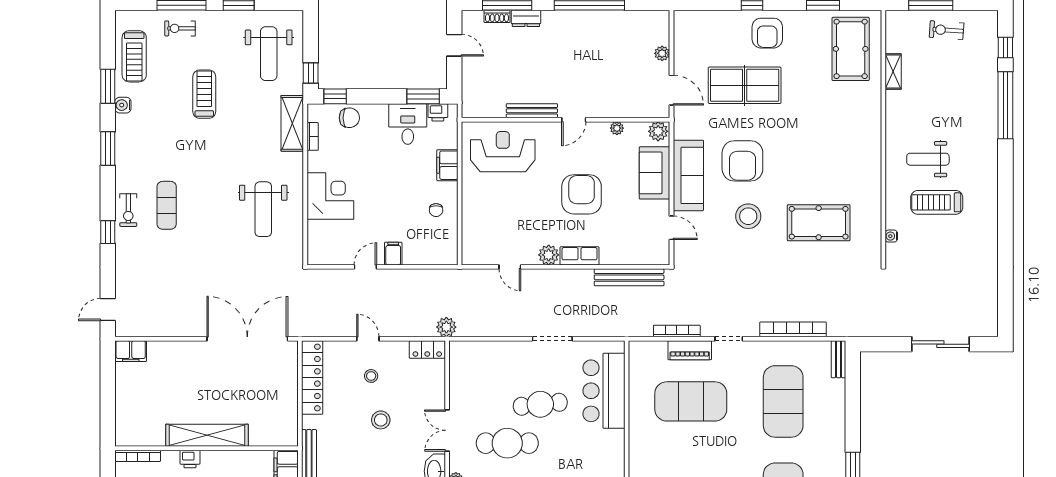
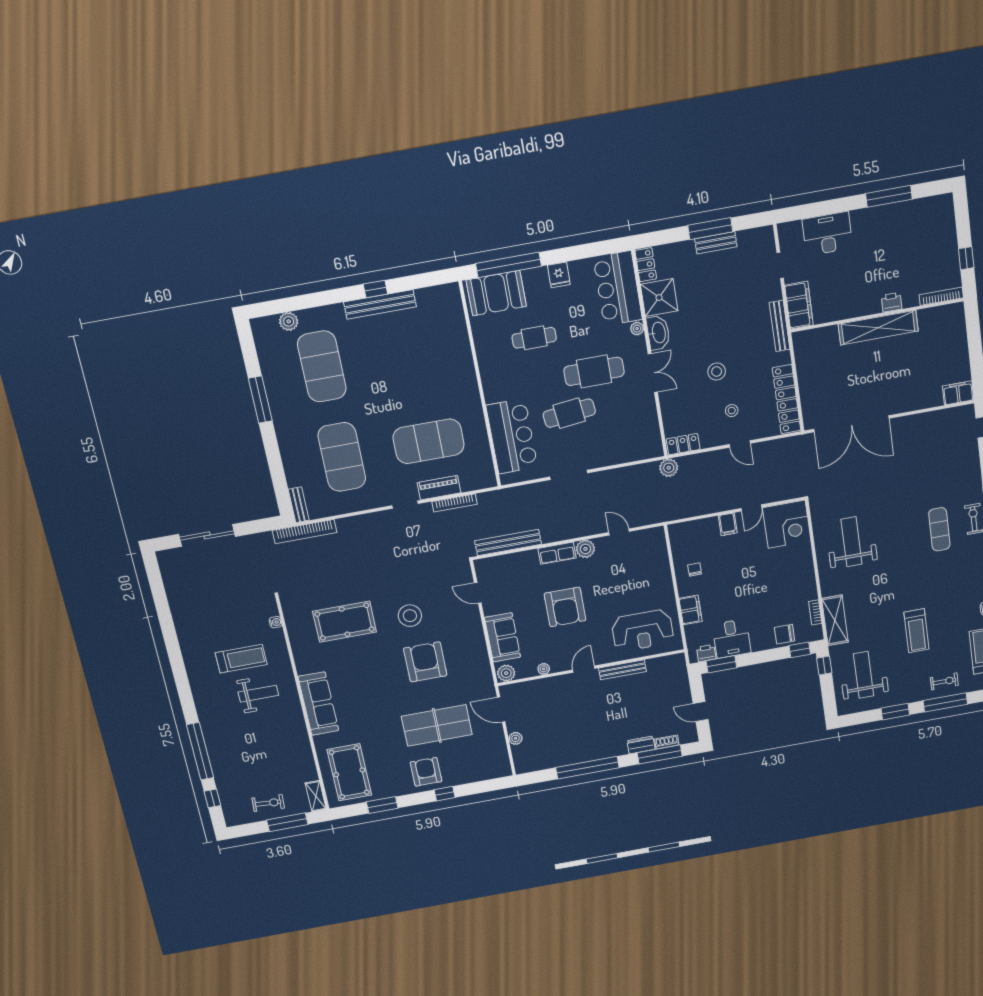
shelving: (893, 72) -> (316, 796), moved
sofa: (688, 175) -> (318, 704), moved, turned 180
corner desk: (330, 196) -> (787, 524), moved, turned -90
bookcase: (793, 329) -> (305, 531), moved

